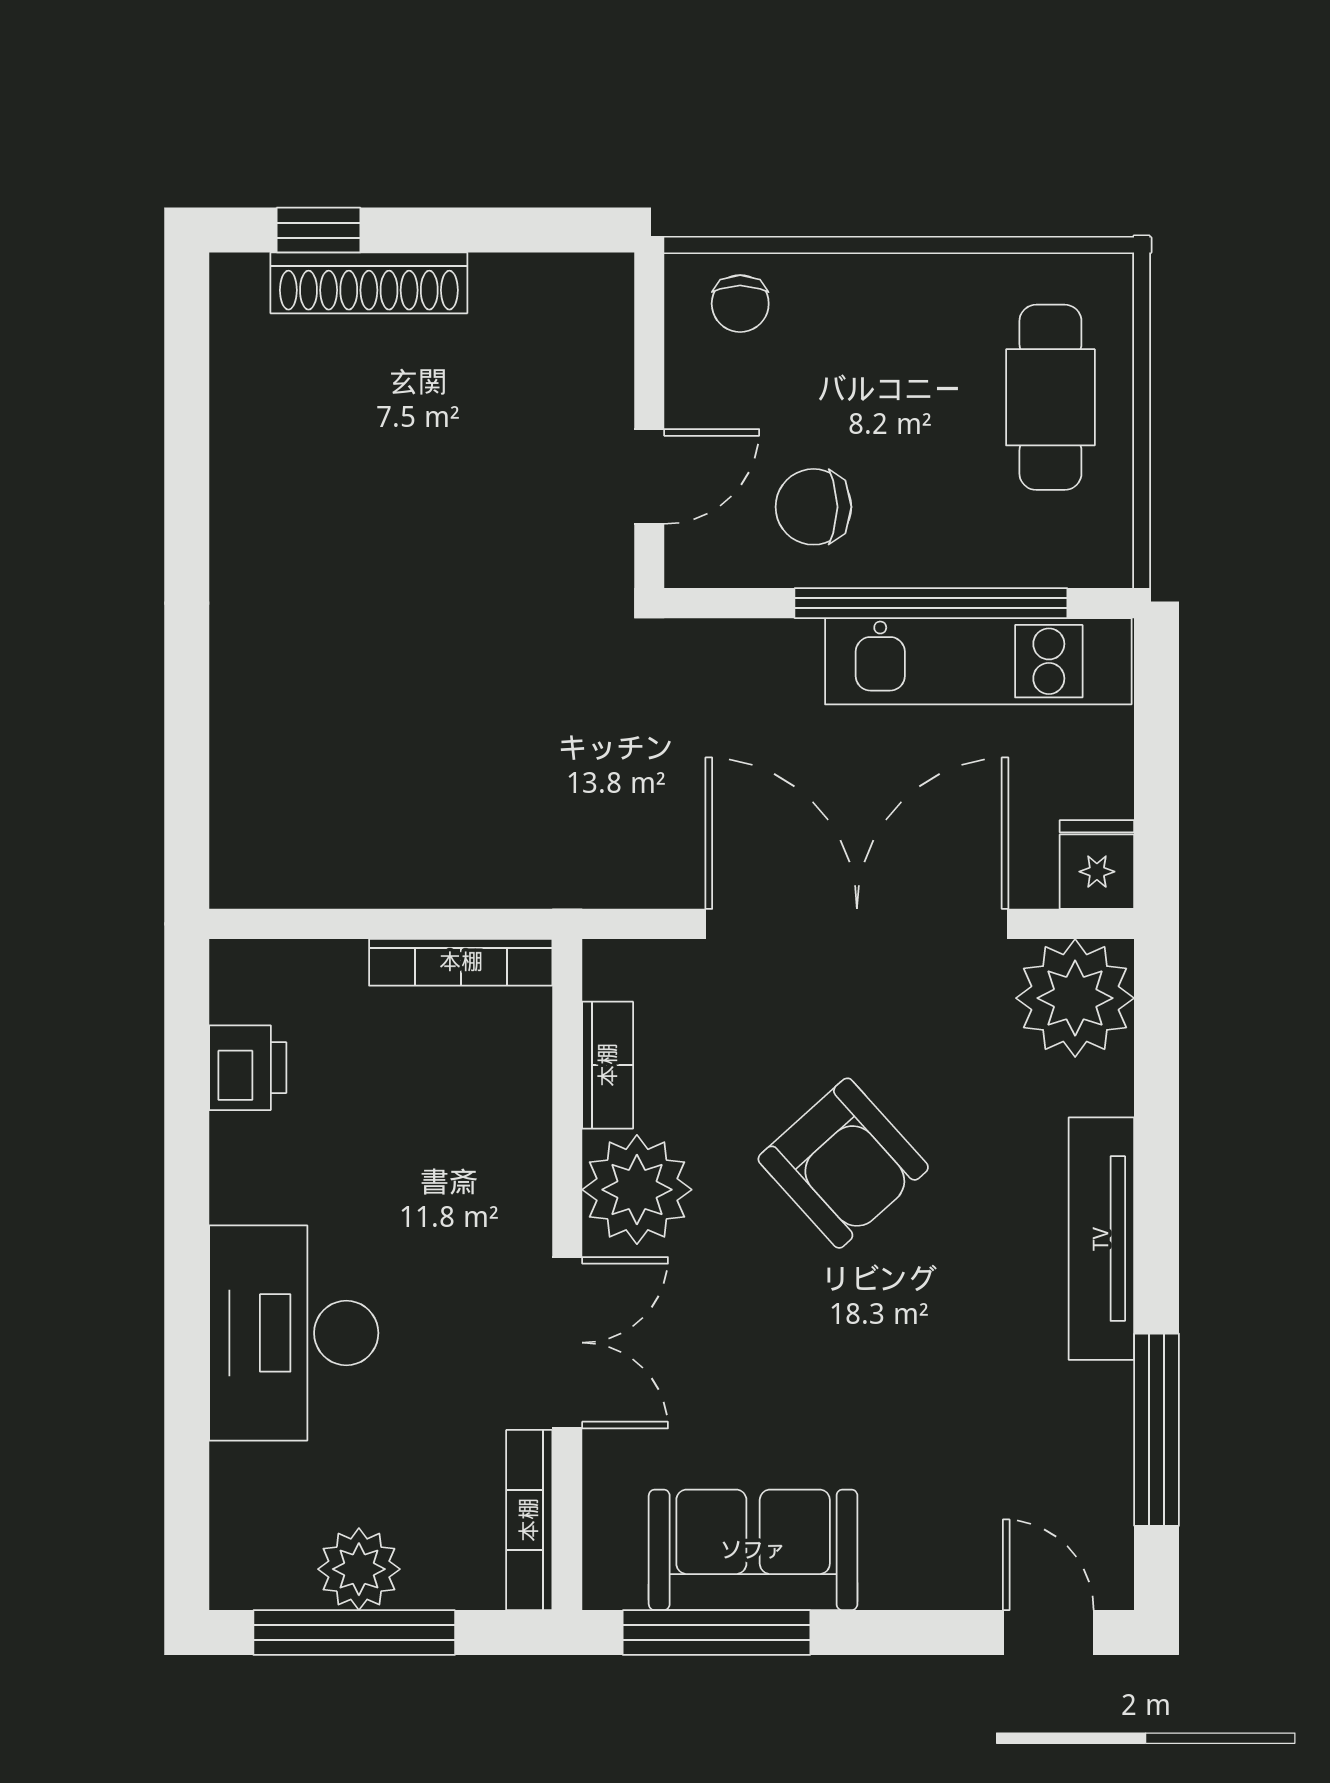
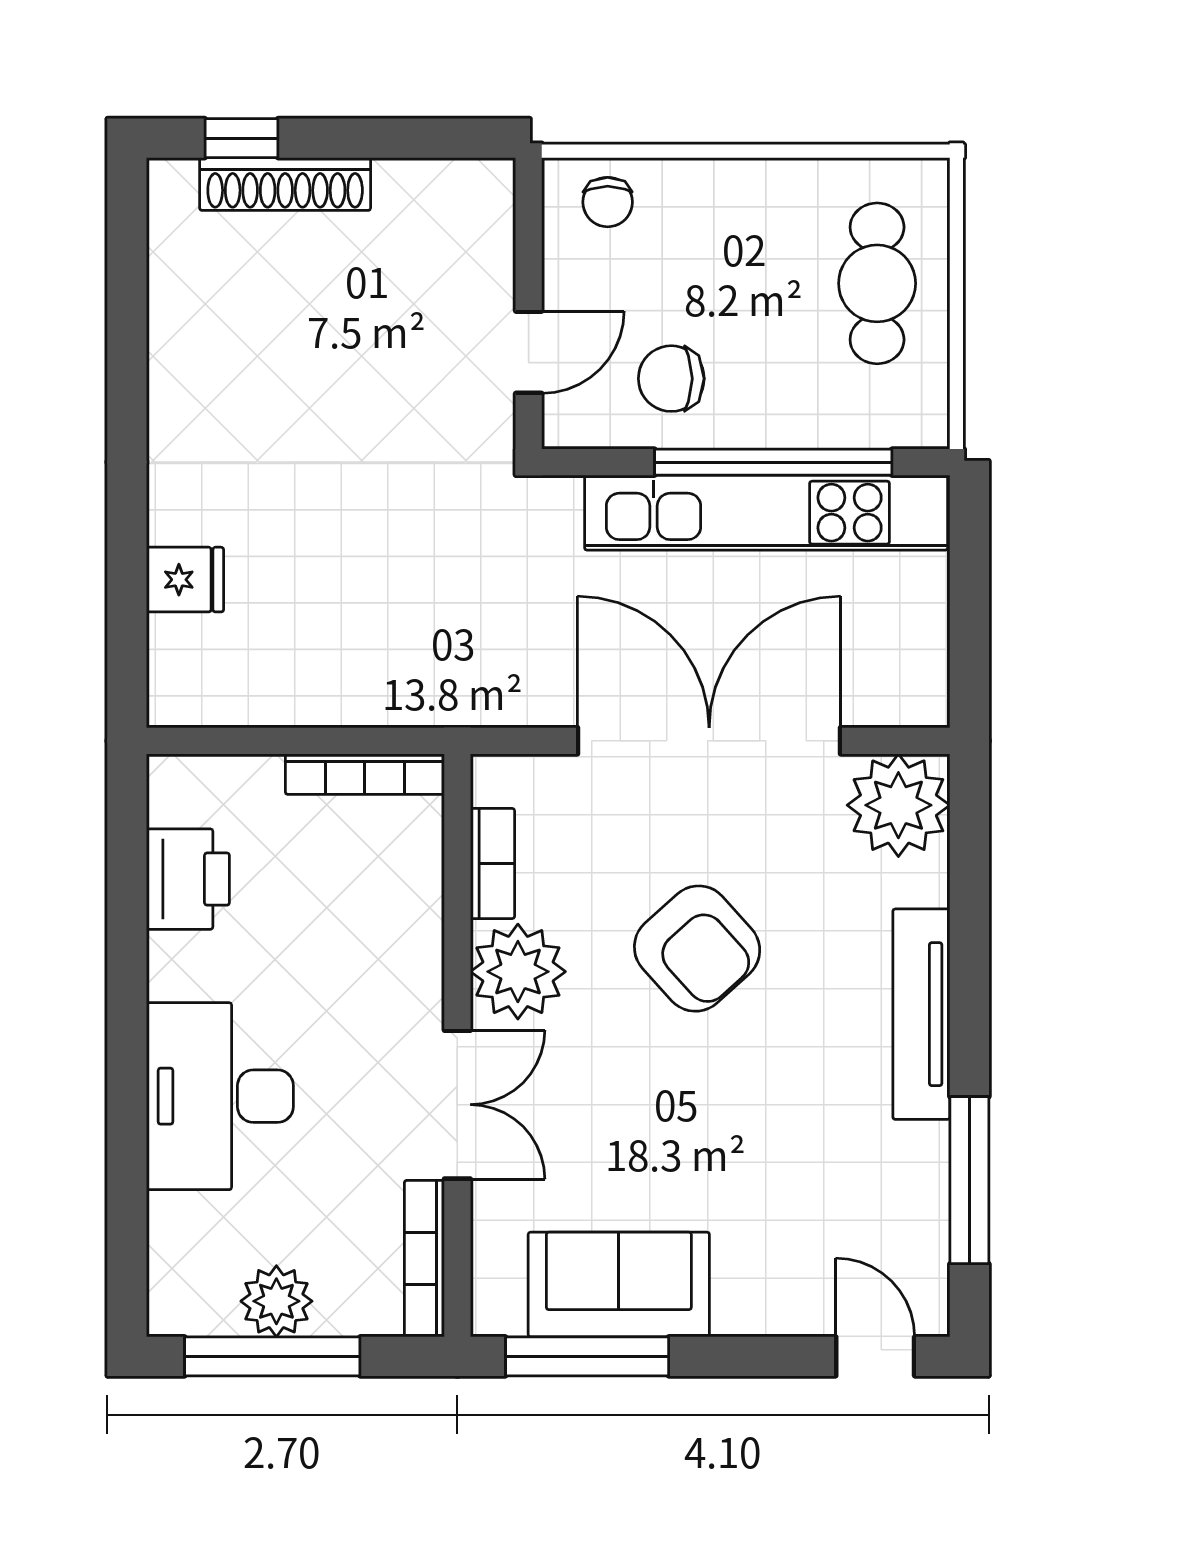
kitchen unit: (978, 661) -> (766, 513), width x1.36
fridge: (1097, 865) -> (185, 580), moved, turned 90
printer: (248, 1068) -> (188, 879), width x1.36, depth x1.24

